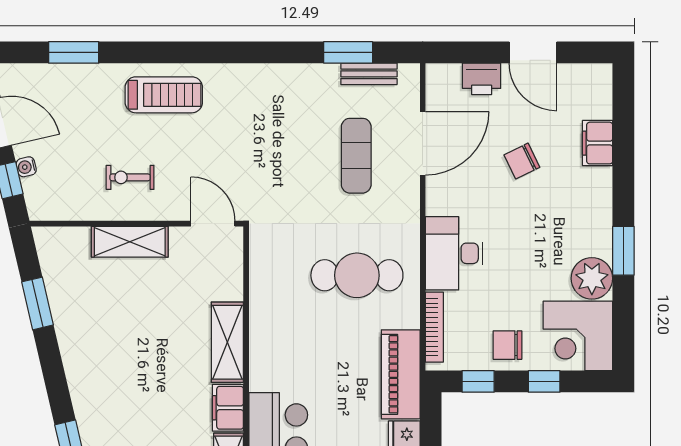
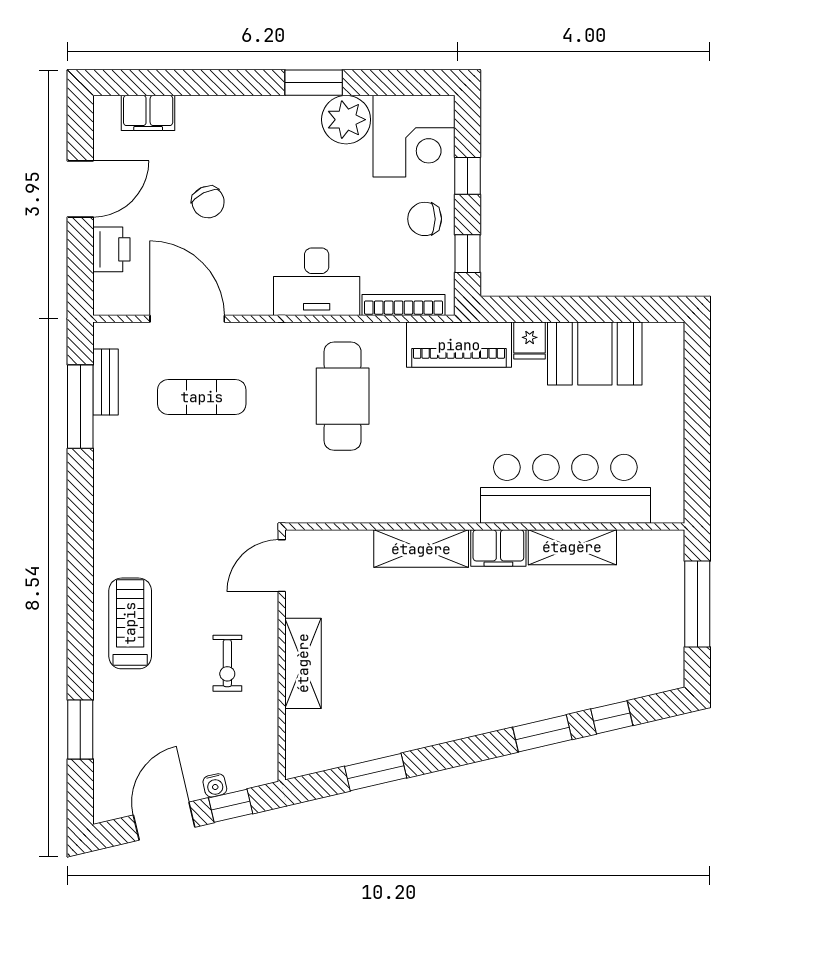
window: (348, 52) -> (80, 407), width x1.44
filing cabinet: (598, 143) -> (148, 113), moved
chair: (508, 345) -> (425, 219), turned 90

